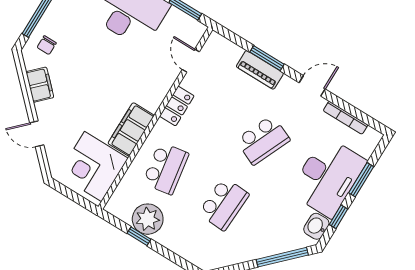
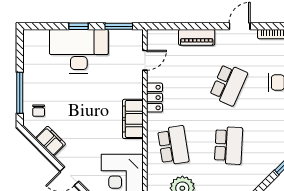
window: (267, 58) -> (197, 26), removed
door: (191, 61) -> (145, 60), swing flipped
filing cabinet: (131, 129) -> (133, 119), moved

